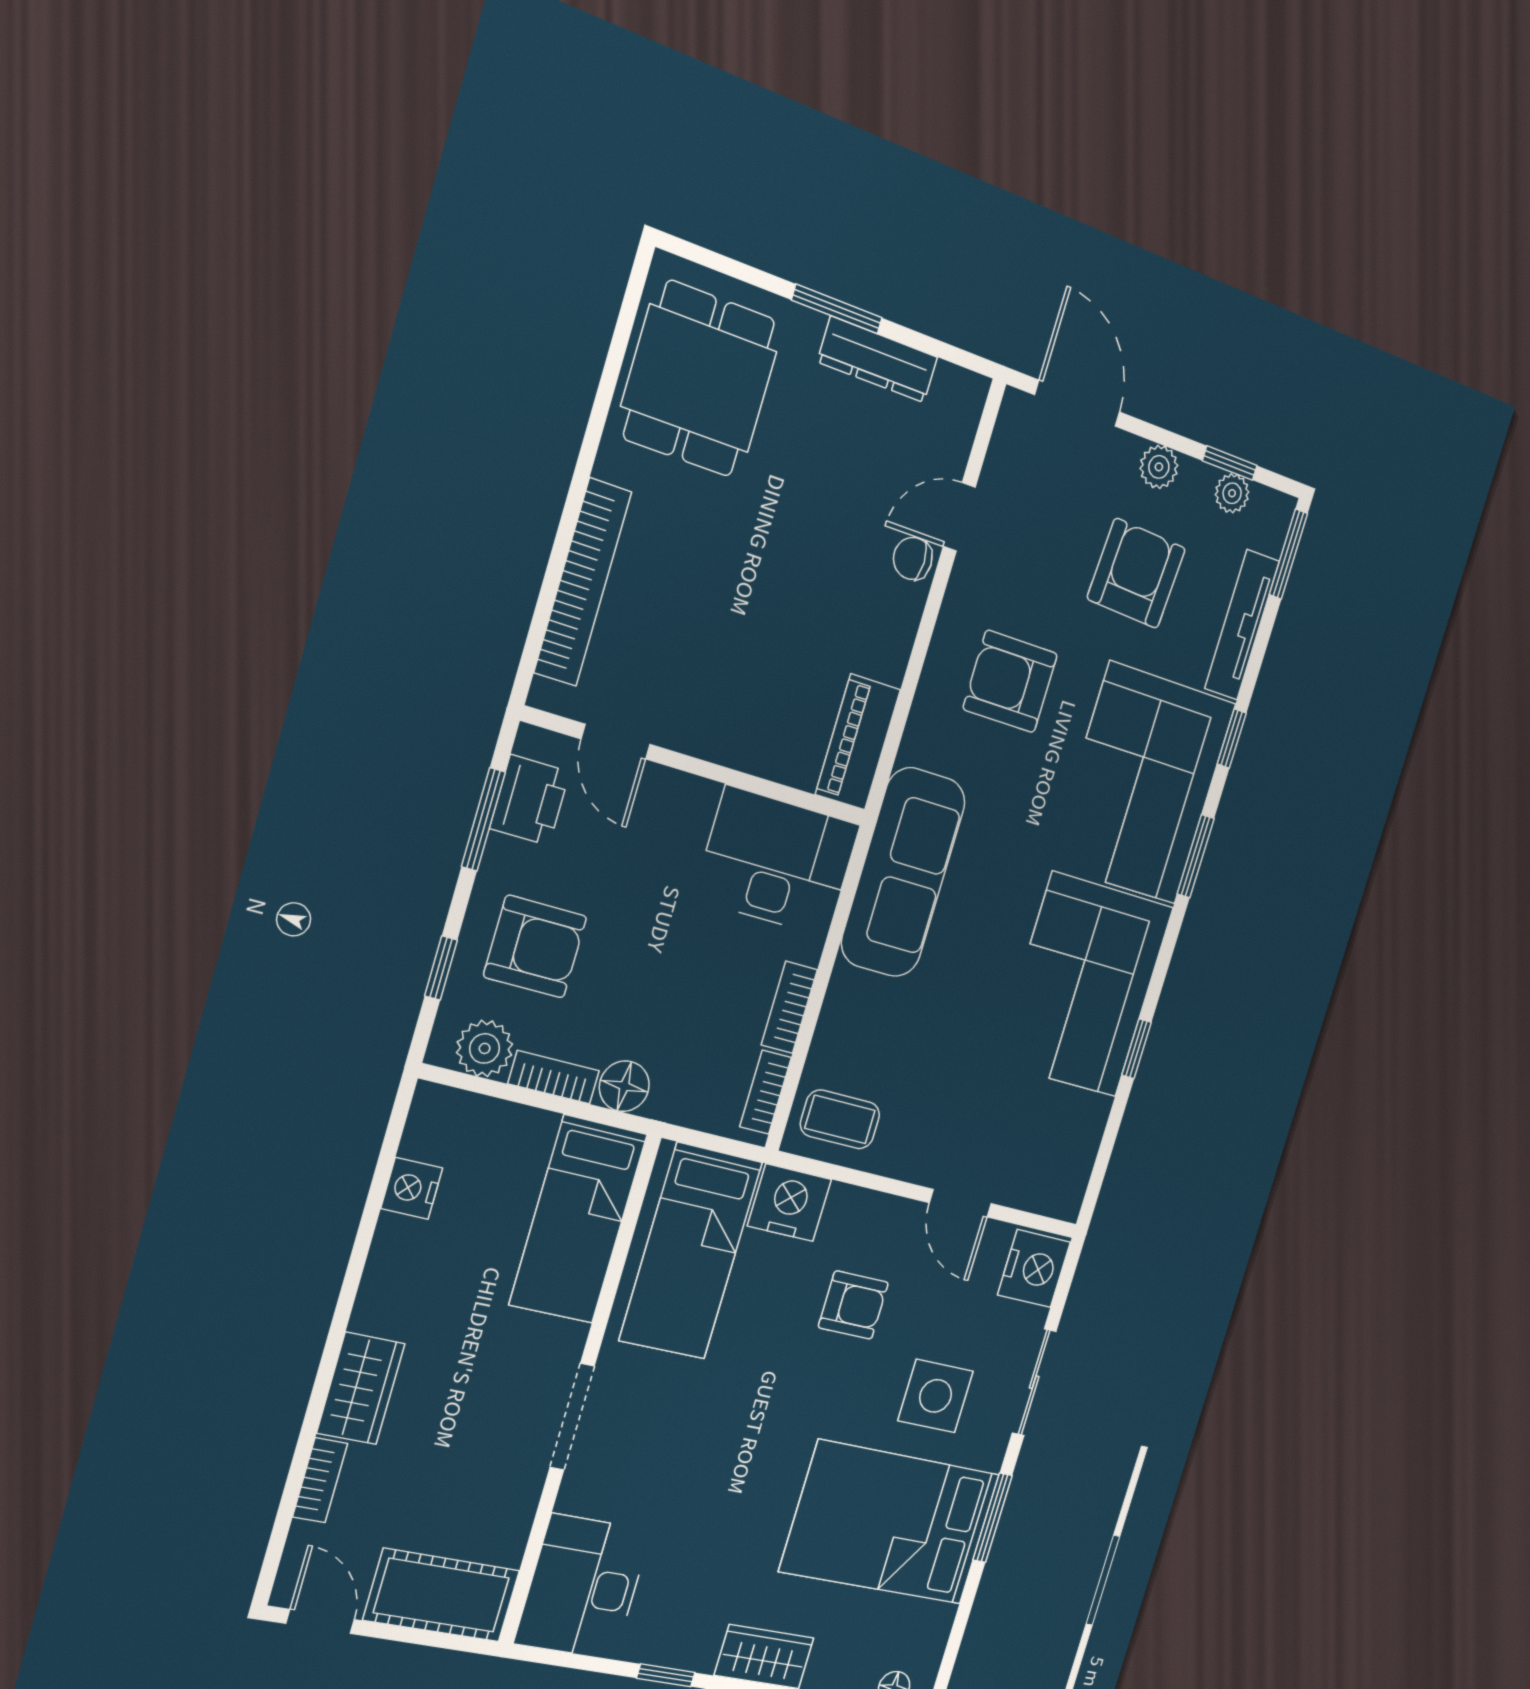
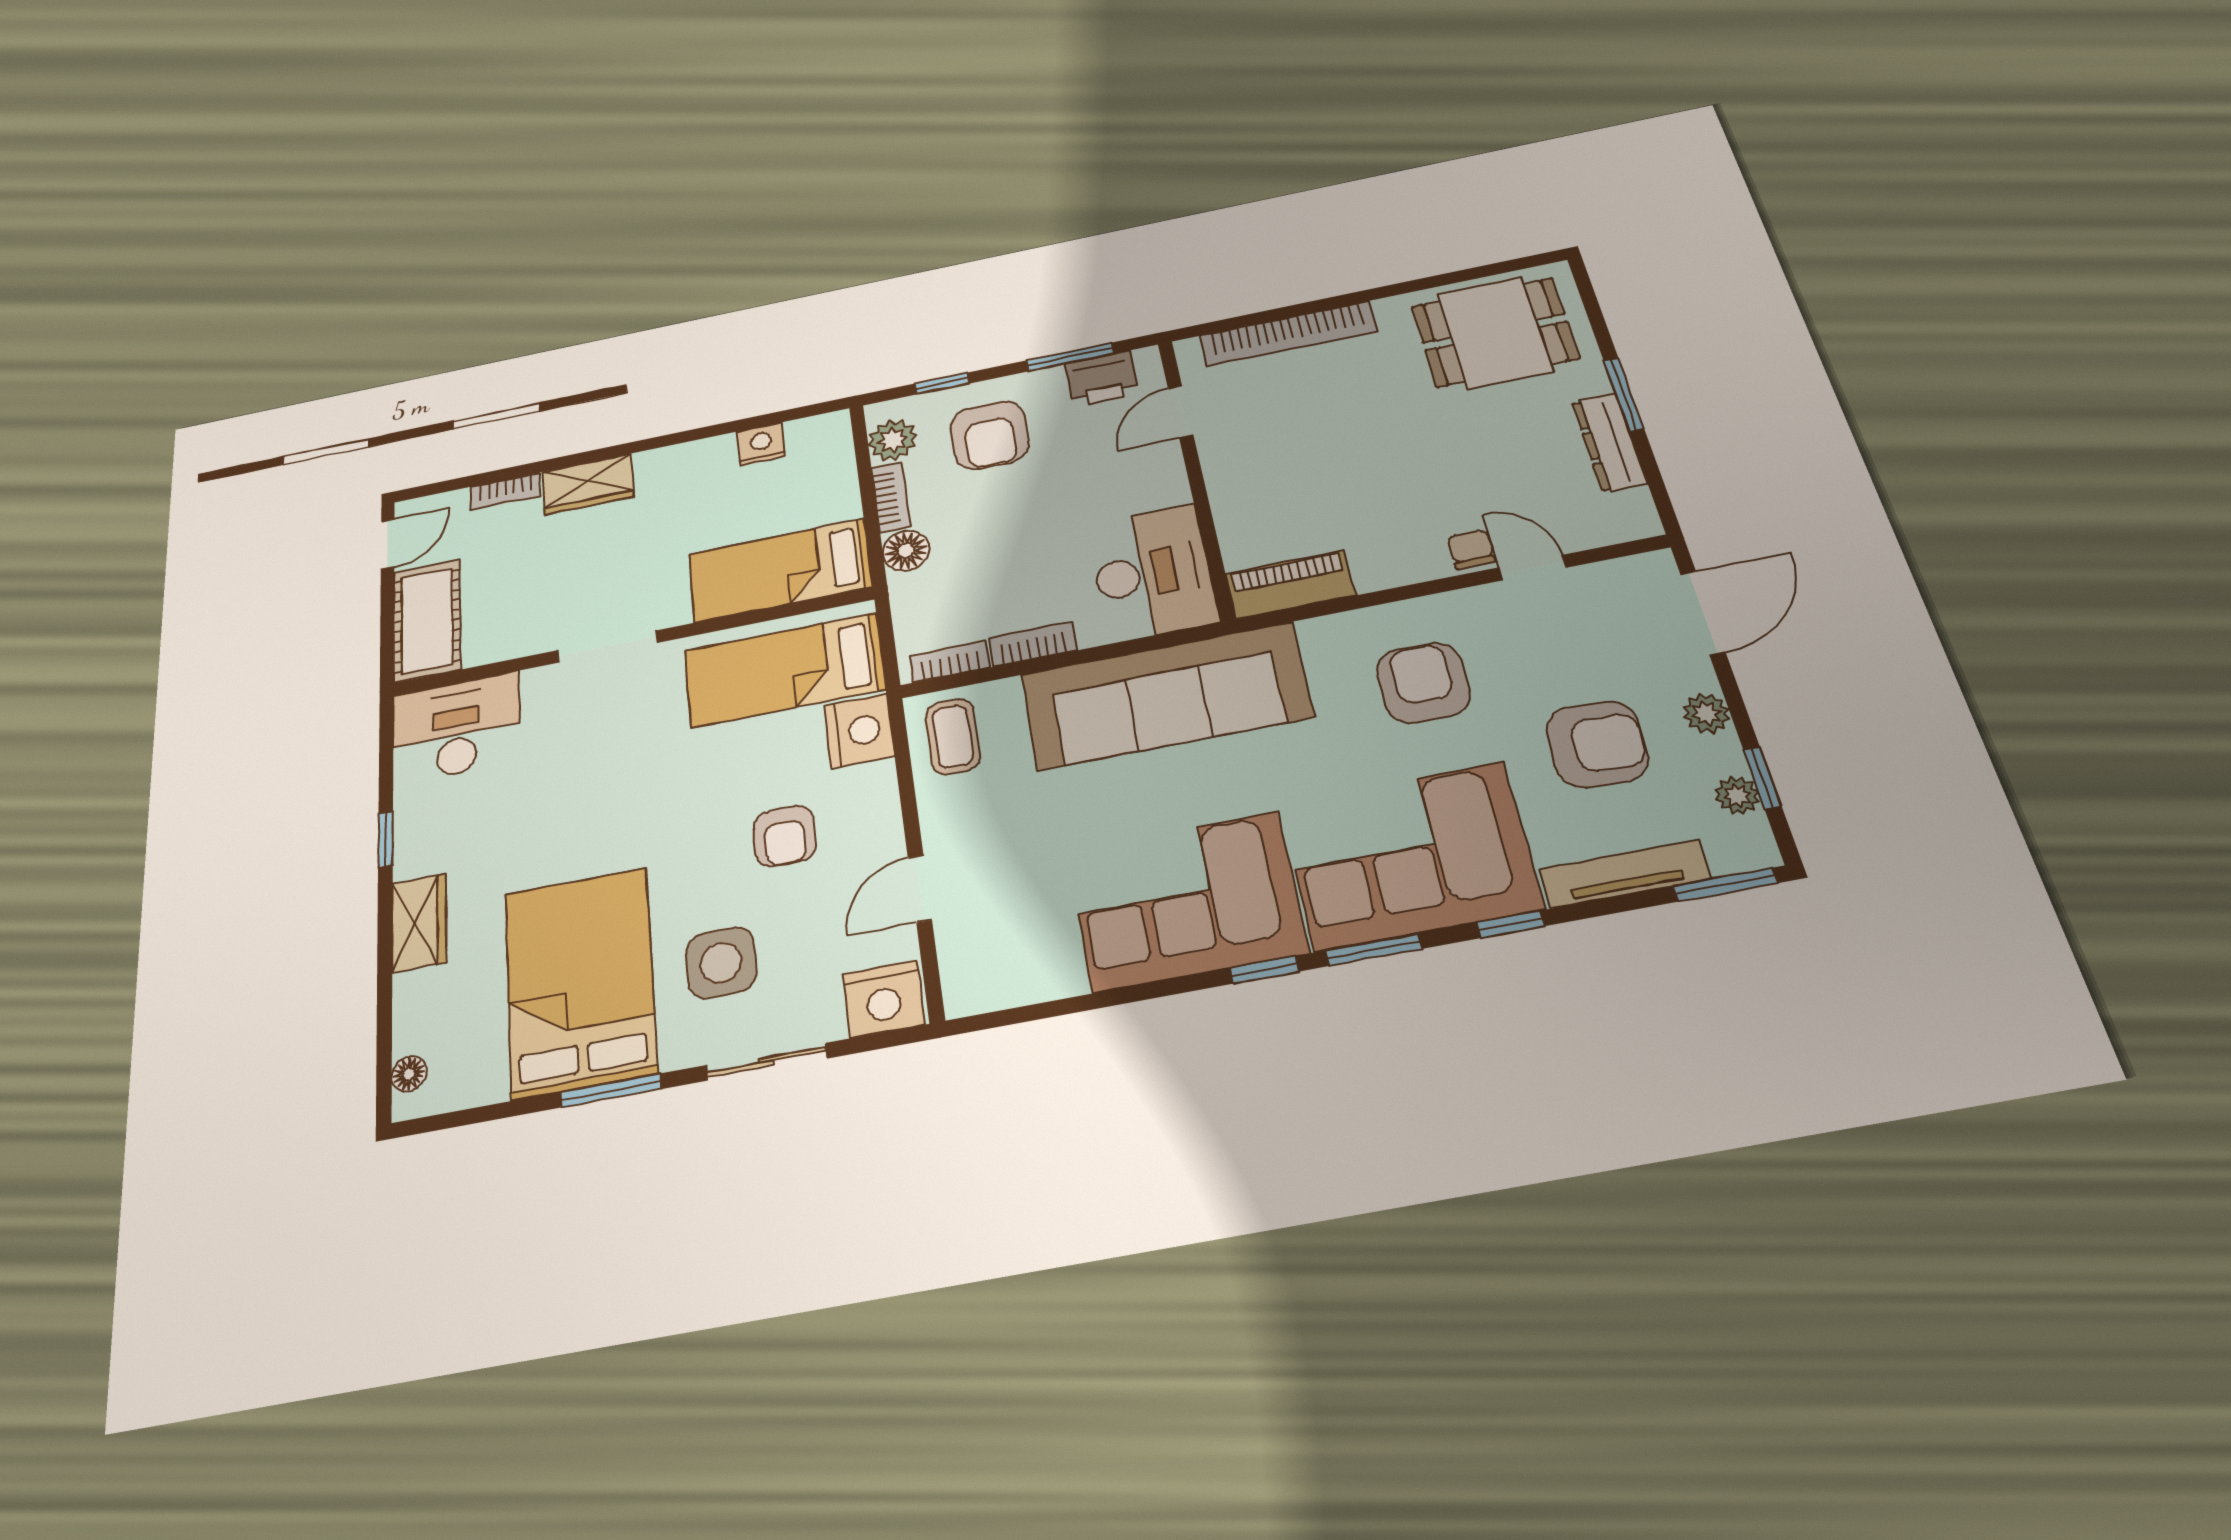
sofa: (903, 872) -> (1166, 696), width x1.36, depth x1.27
window: (1136, 1049) -> (1264, 970), moved

